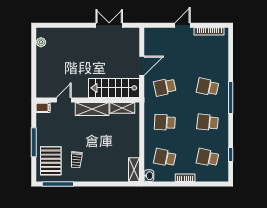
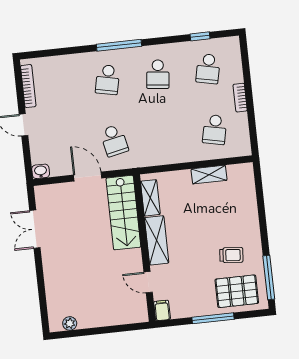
school desk: (165, 122) -> (164, 135), removed
shelving: (134, 170) -> (209, 175), moved
washbasin: (149, 176) -> (41, 171), moved

